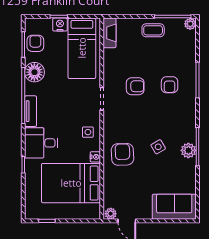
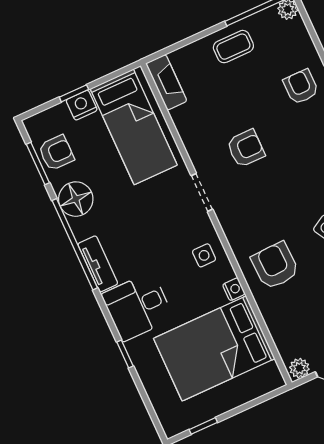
armchair: (35, 43) -> (56, 153), turned 90
armchair: (170, 85) -> (301, 87), moved, turned 180

